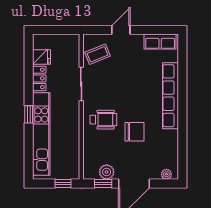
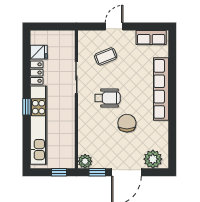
coffee table: (97, 54) -> (106, 56), moved
wheelchair: (103, 120) -> (108, 98), moved
chair: (135, 132) -> (127, 123), turned -90
plant: (107, 172) -> (85, 161), moved
plant: (166, 174) -> (153, 159), width x1.88, depth x1.88

